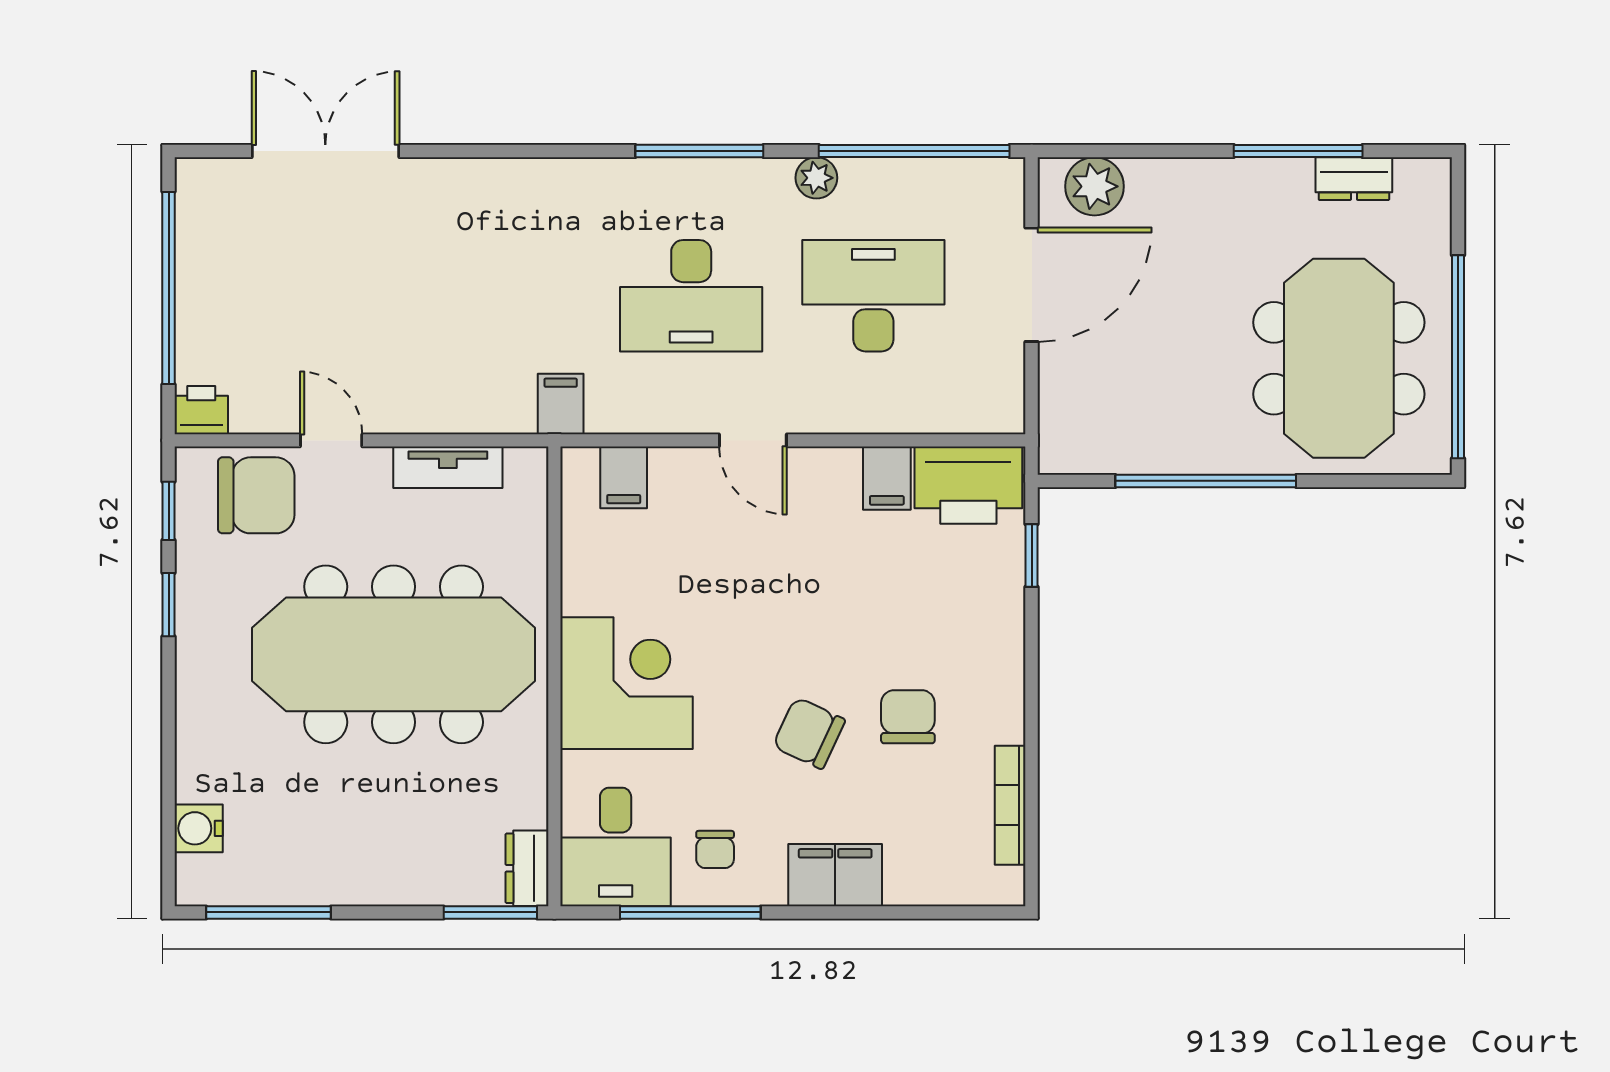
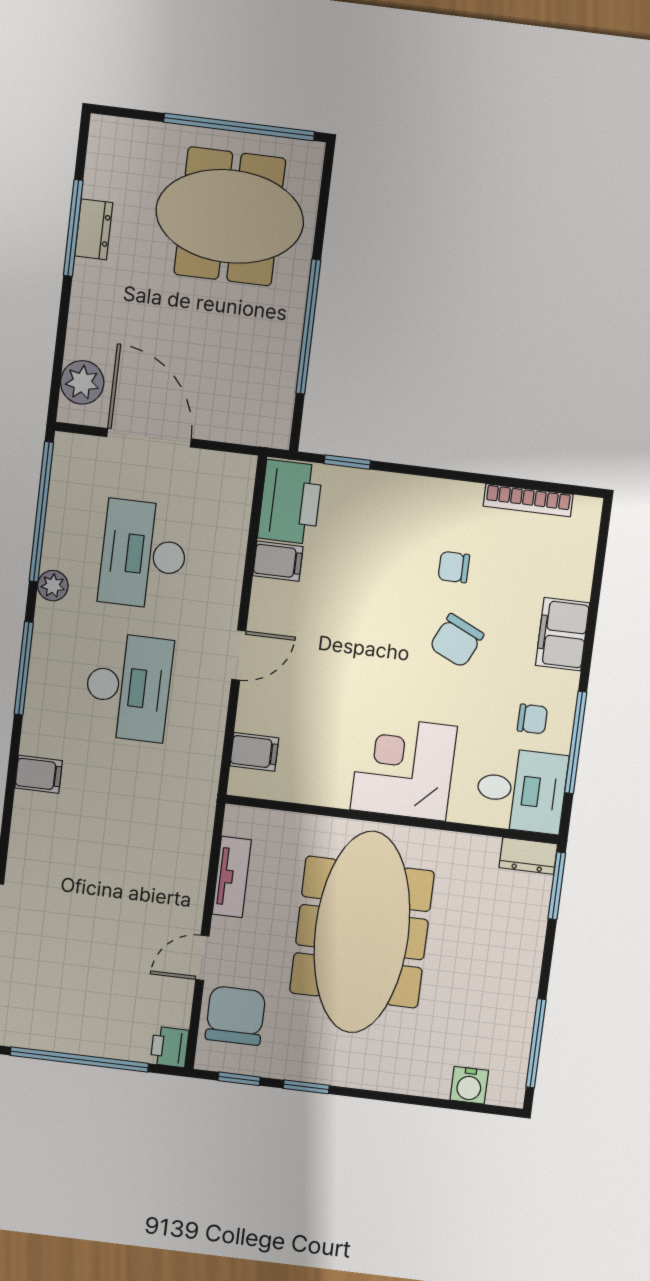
dresser: (1354, 179) -> (94, 229), moved
filing cabinet: (561, 404) -> (39, 774), moved, turned 180
chair: (908, 717) -> (454, 567), width x0.73, depth x0.73

